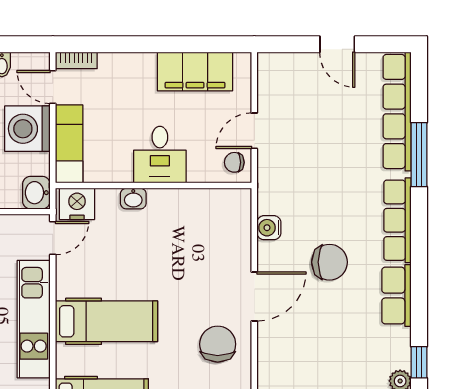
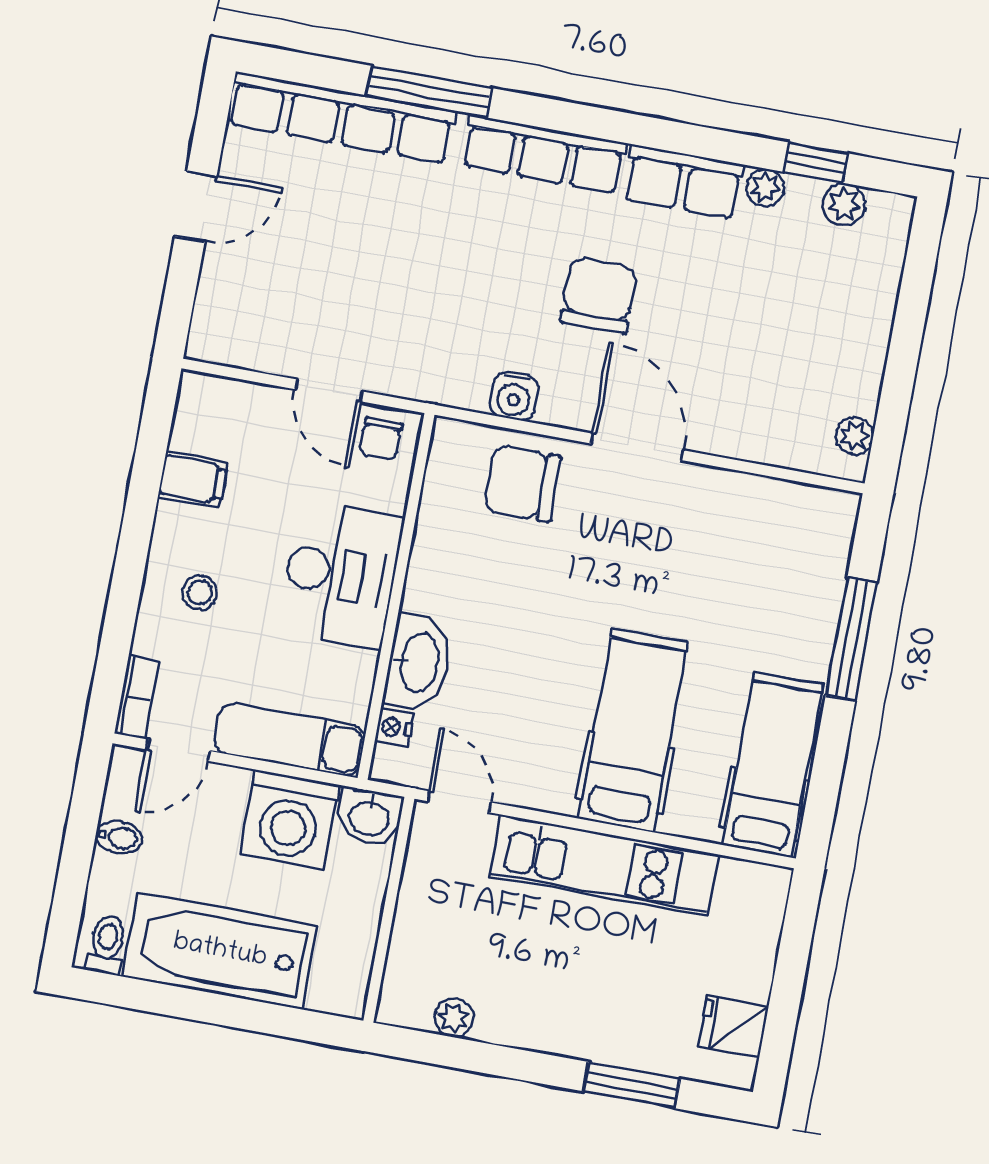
filing cabinet: (195, 72) -> (193, 479), width x0.33, depth x0.86
stool: (137, 83) -> (200, 593), added
washing machine: (27, 129) -> (290, 820), moved
desk: (160, 155) -> (341, 574), width x1.37
washbasin: (133, 199) -> (418, 662), width x1.91, depth x1.45
nightstand: (77, 204) -> (394, 727), width x0.53, depth x0.56
plant: (401, 338) -> (765, 187), added
chair: (218, 344) -> (522, 483), moved

